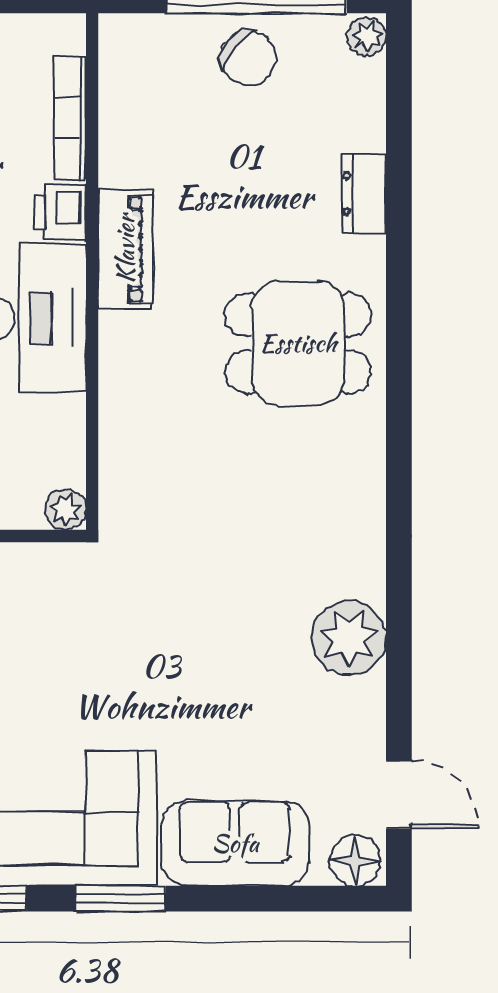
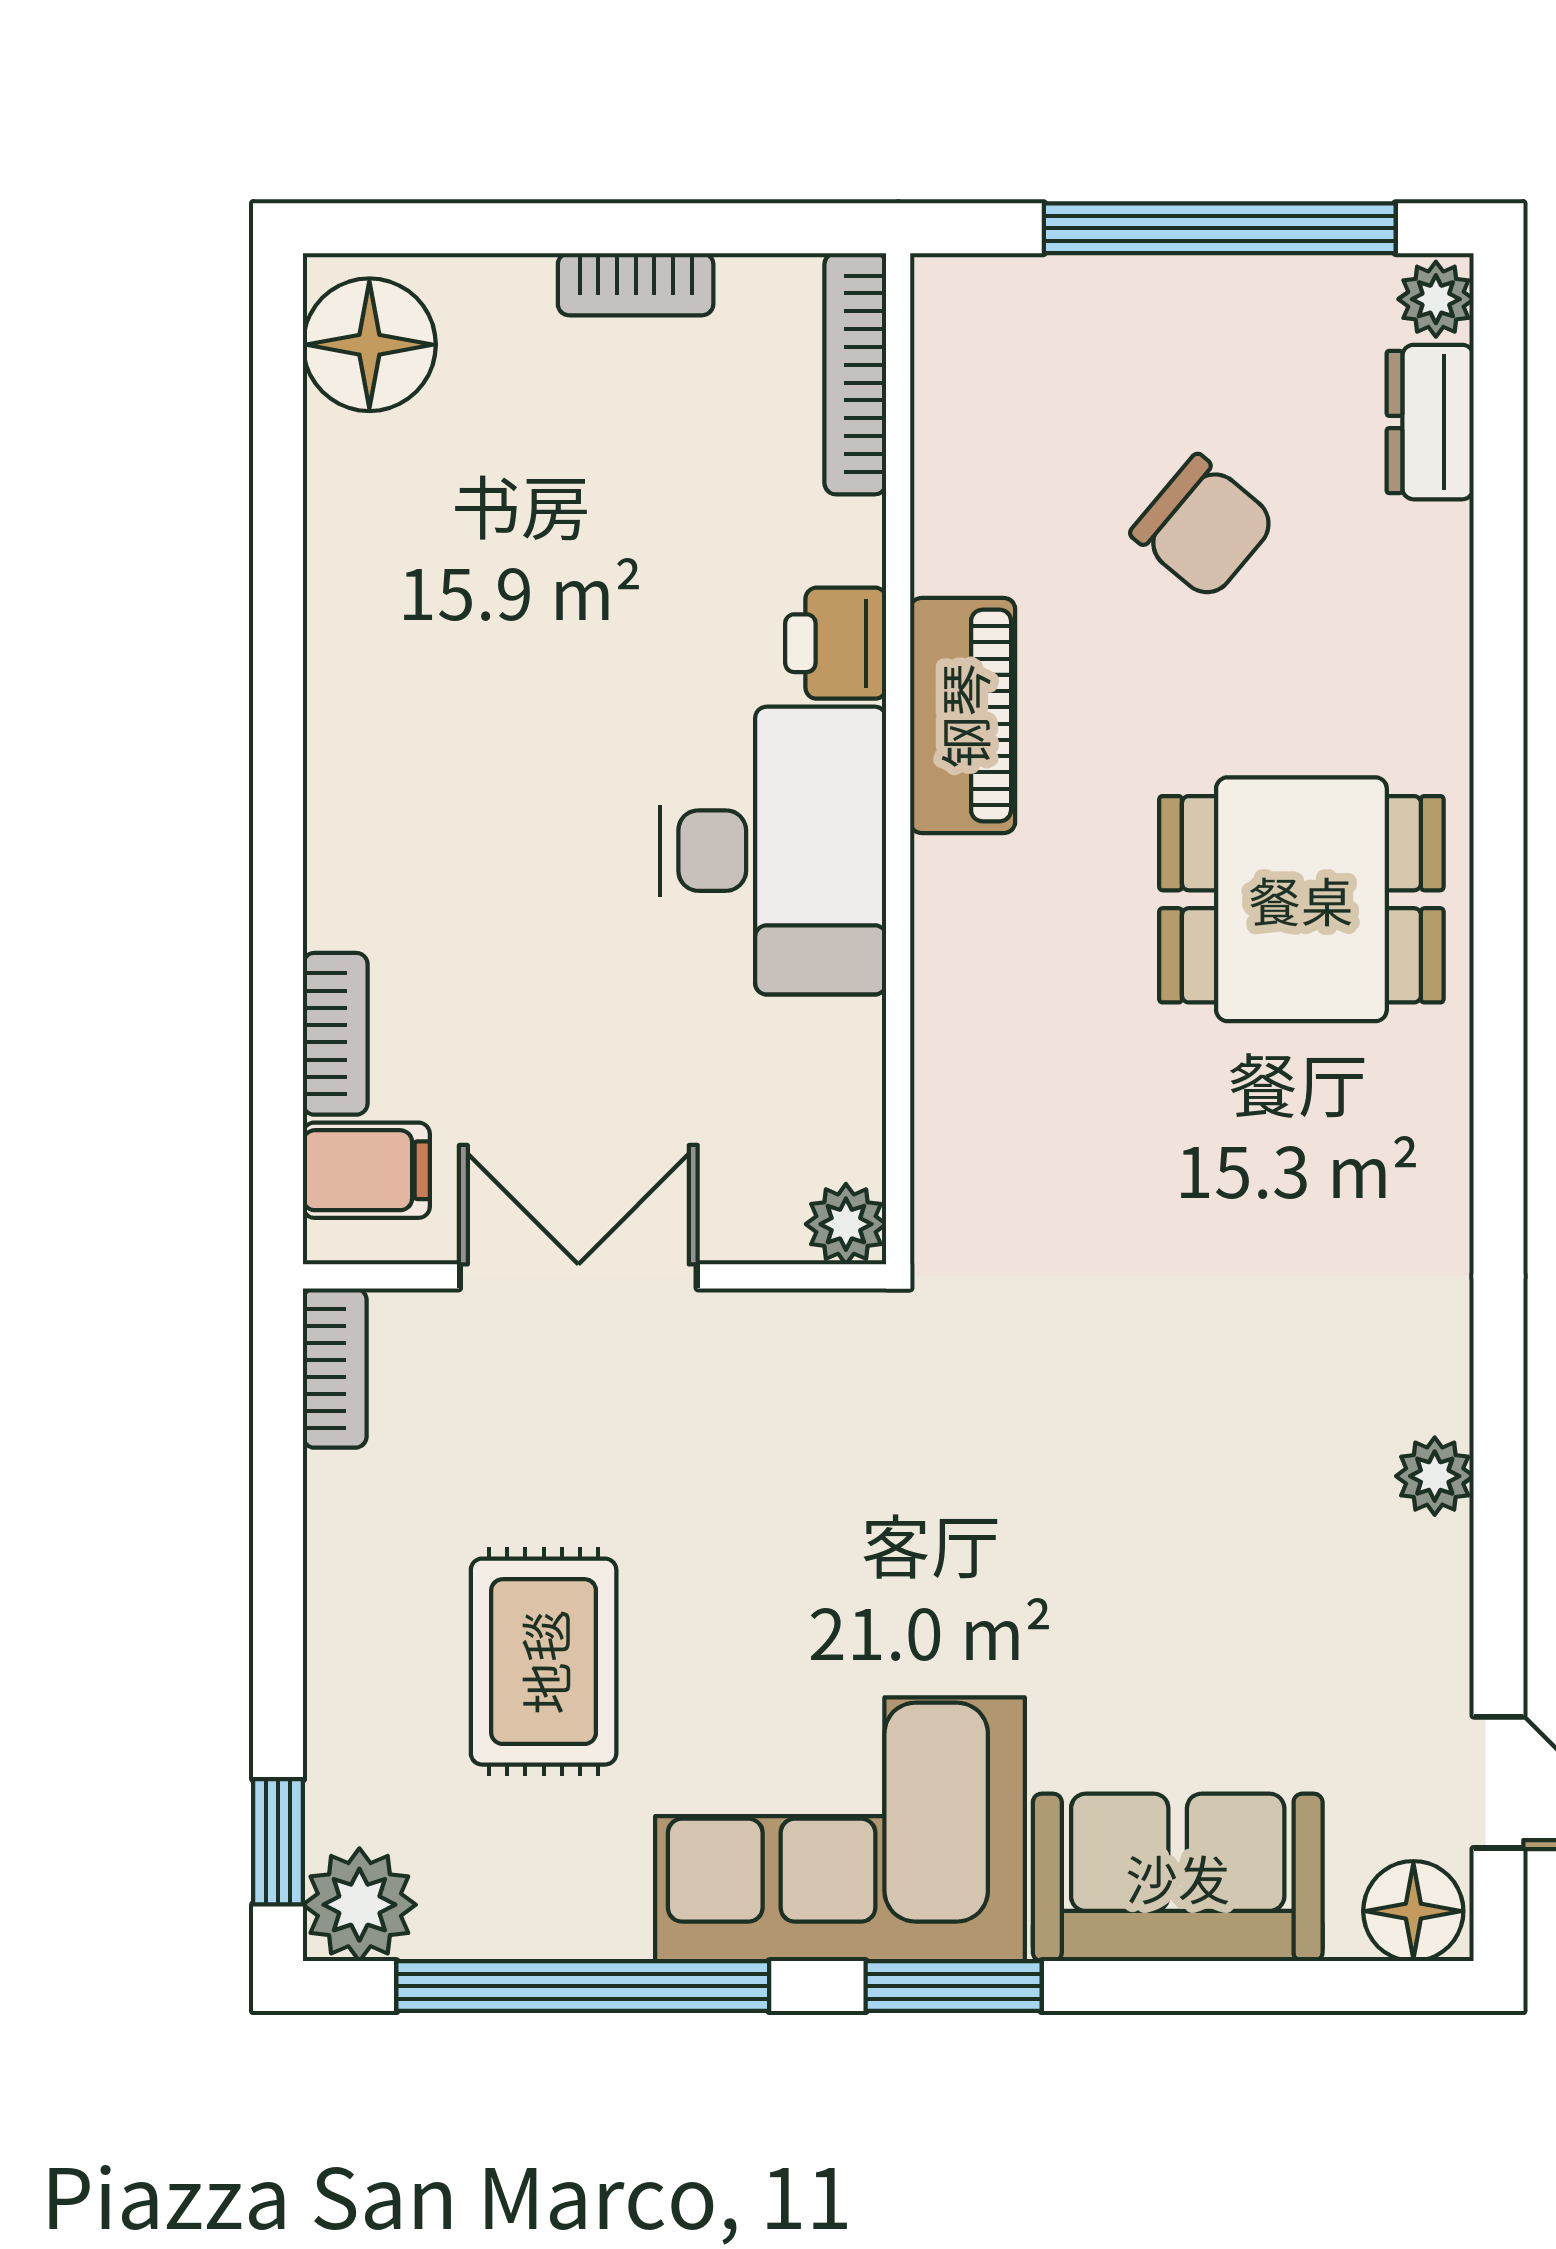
chair: (248, 58) -> (1203, 527), moved
bookcase: (70, 118) -> (855, 374), moved
dresser: (364, 194) -> (1430, 422), moved
plant: (349, 638) -> (1435, 1476), width x0.53, depth x0.53

